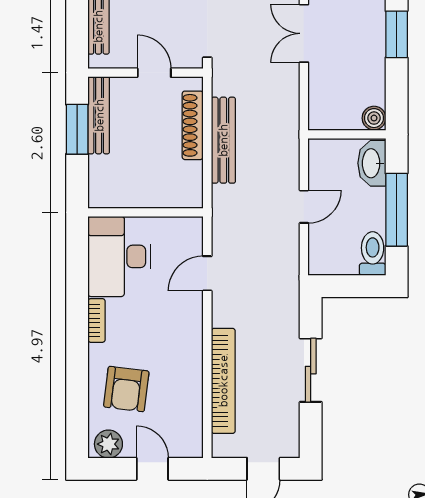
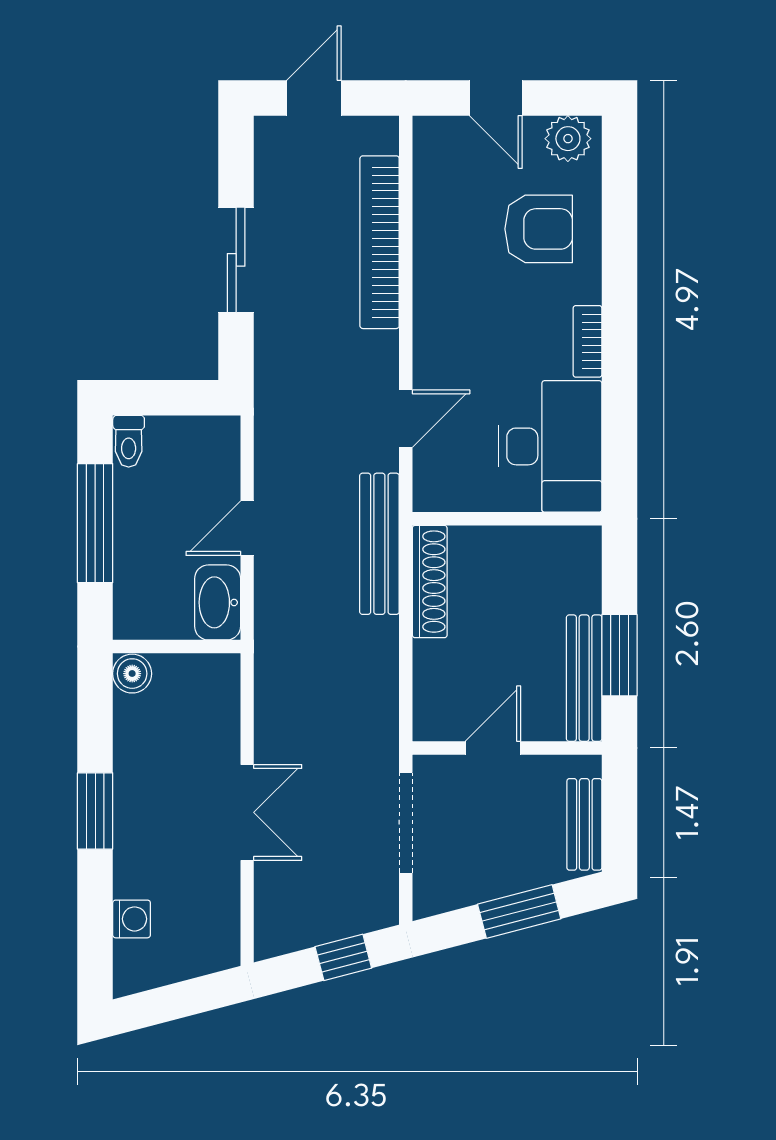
door: (154, 73) -> (493, 748), swing flipped
shoe rack: (193, 125) -> (430, 582), moved
bench: (223, 140) -> (379, 544), moved
washbasin: (372, 163) -> (218, 602), moved, turned 180
toilet: (373, 254) -> (129, 441), width x0.73, depth x0.72
armchair: (126, 389) -> (539, 229), turned 83

